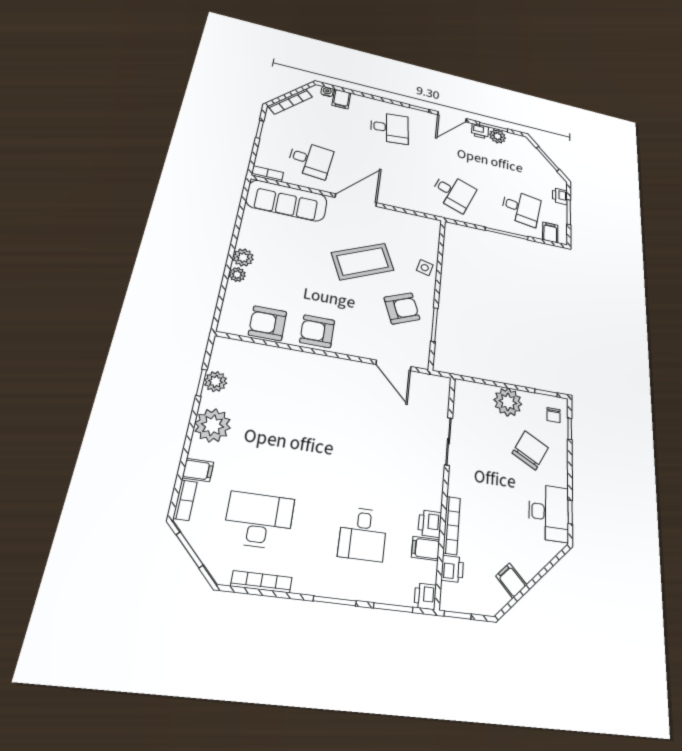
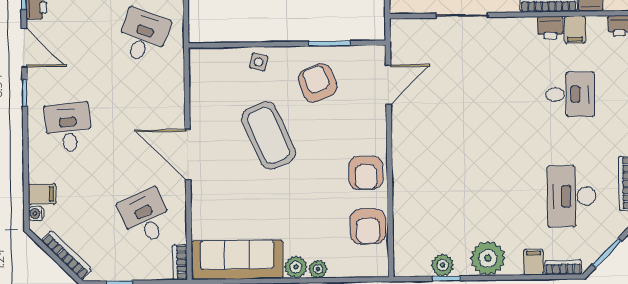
desk: (310, 160) -> (146, 217), turned -30
sofa: (287, 201) -> (237, 260), moved, turned -90

